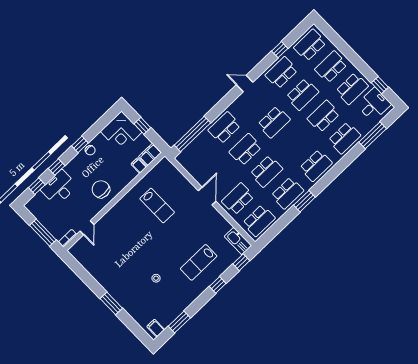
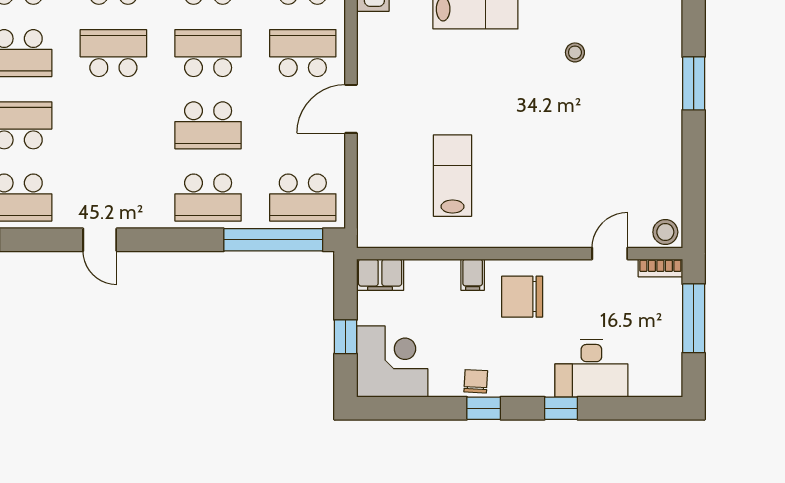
school desk: (274, 122) -> (113, 53), moved
school desk: (196, 155) -> (303, 198), added
filing cabinet: (139, 165) -> (473, 275), moved
window: (37, 186) -> (627, 408), removed
chair: (101, 189) -> (522, 297), turned 90
school desk: (238, 199) -> (303, 53), turned 180
stool: (77, 250) -> (665, 232), added

